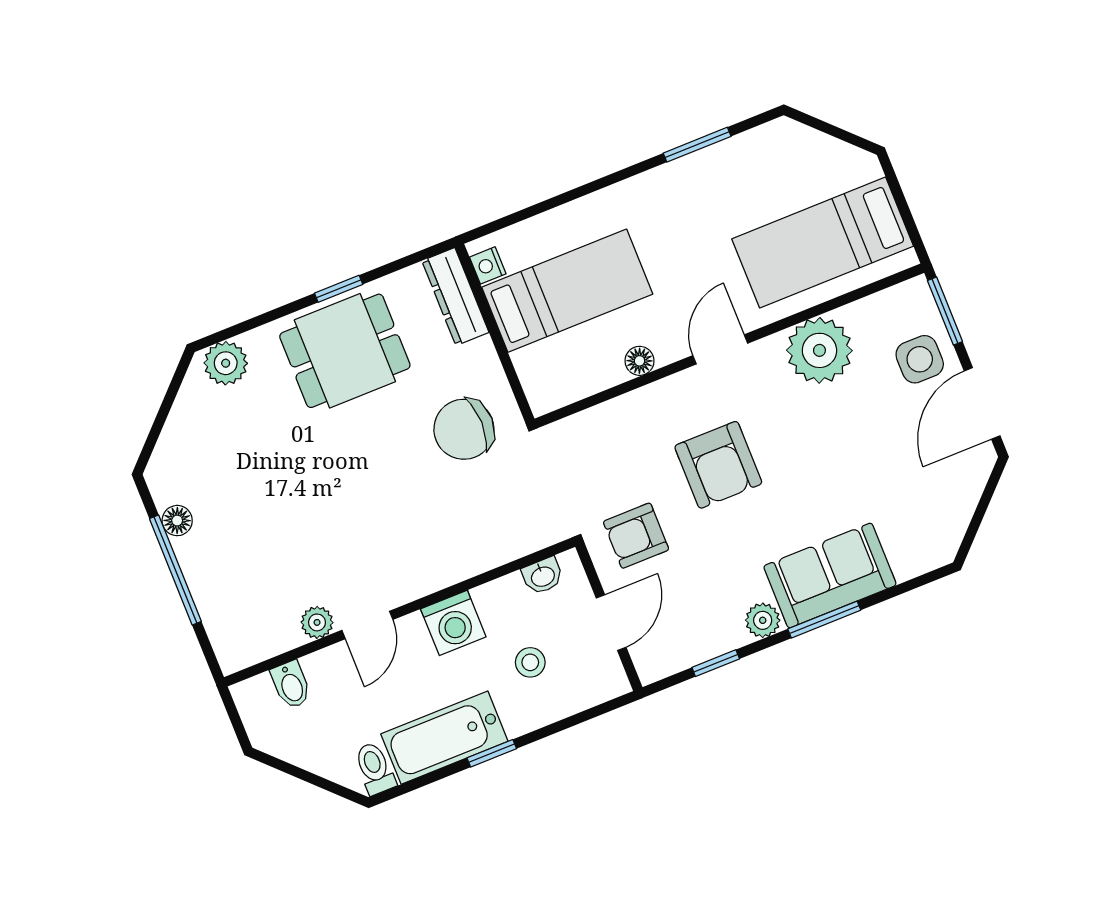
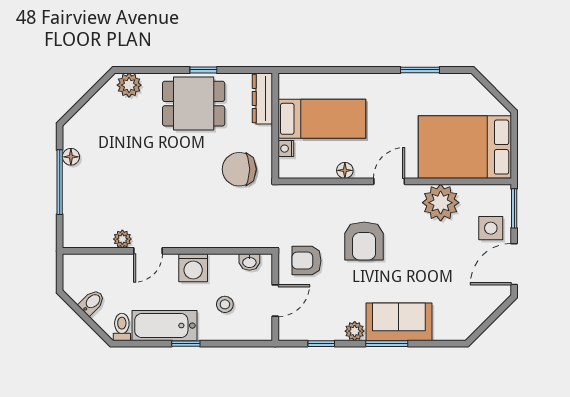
bed: (823, 242) -> (465, 147), width x1.50
nightstand: (488, 265) -> (286, 149), moved
bidet: (291, 685) -> (92, 302), moved, turned -135

